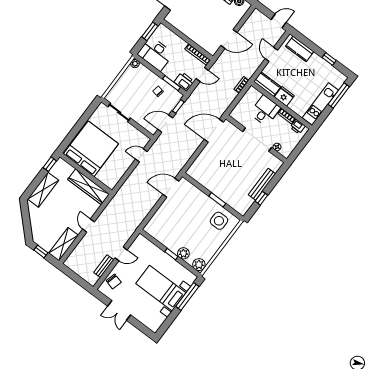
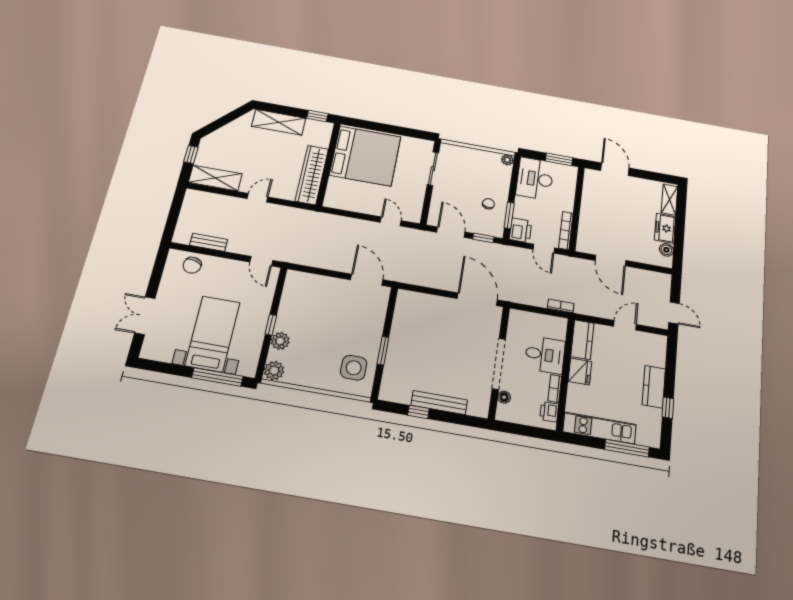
kitchen counter: (300, 49) -> (654, 387), moved
door: (121, 254) -> (261, 261), moved
double door: (119, 310) -> (145, 316), moved

